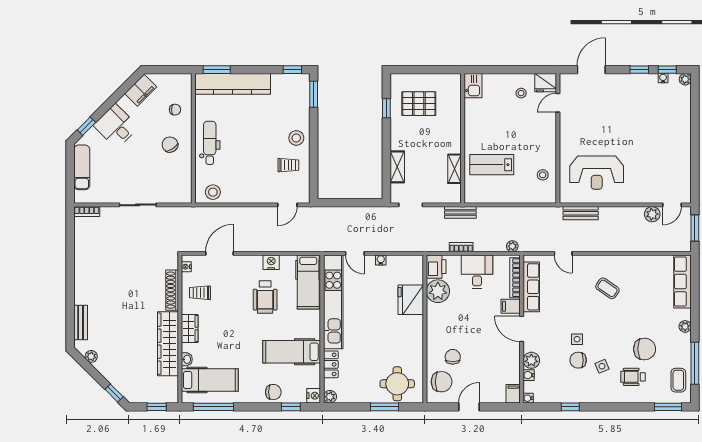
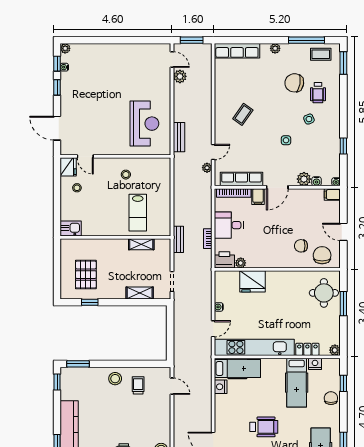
stool: (543, 175) -> (126, 175), moved
plant: (512, 246) -> (207, 168), moved
nightstand: (271, 262) -> (221, 387), moved
plant: (438, 291) -> (241, 263), width x0.53, depth x0.53
wheelchair: (265, 297) -> (264, 427), moved
chair: (645, 349) -> (294, 83), turned -79
chair: (578, 360) -> (304, 139), removed
nightstand: (314, 396) -> (315, 364), moved

